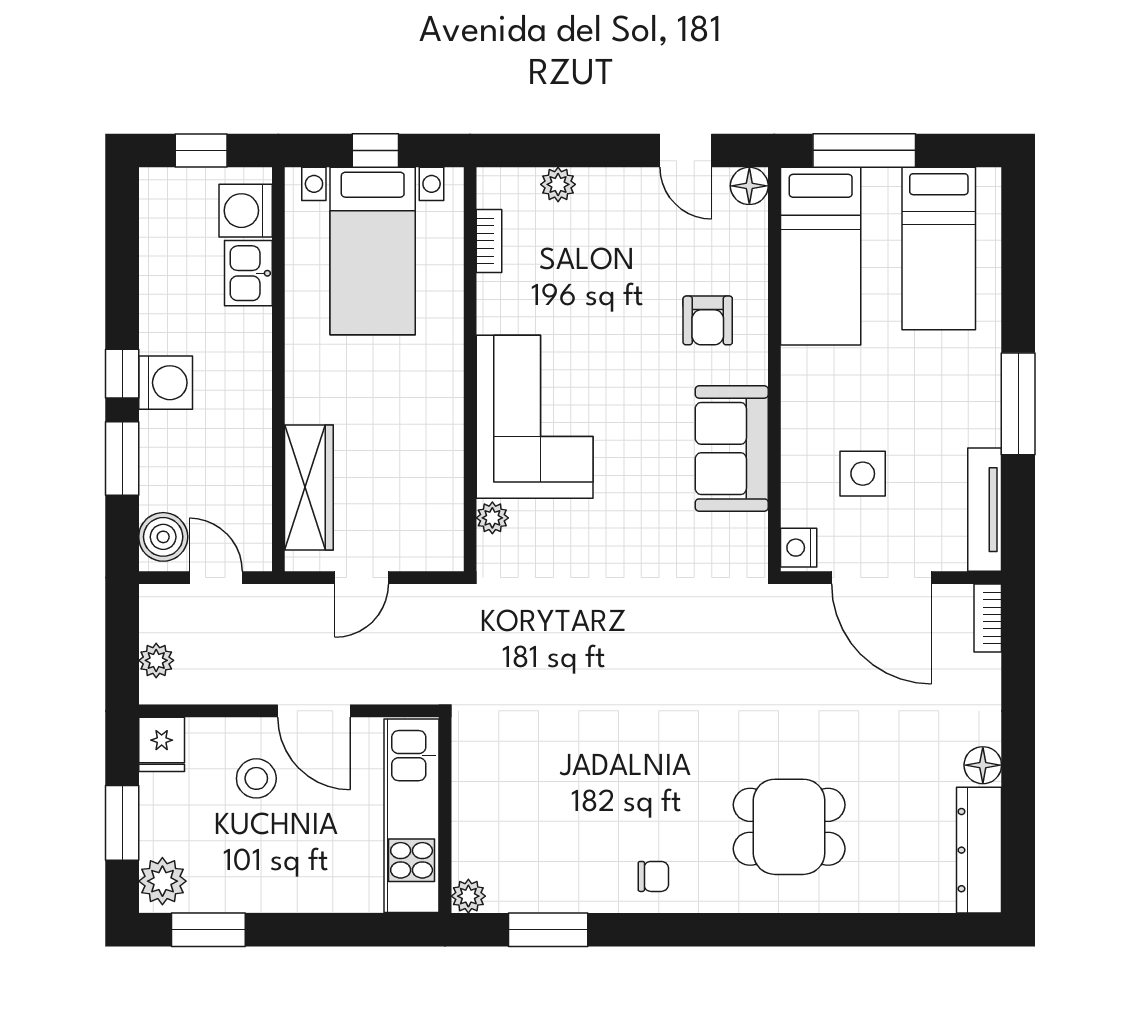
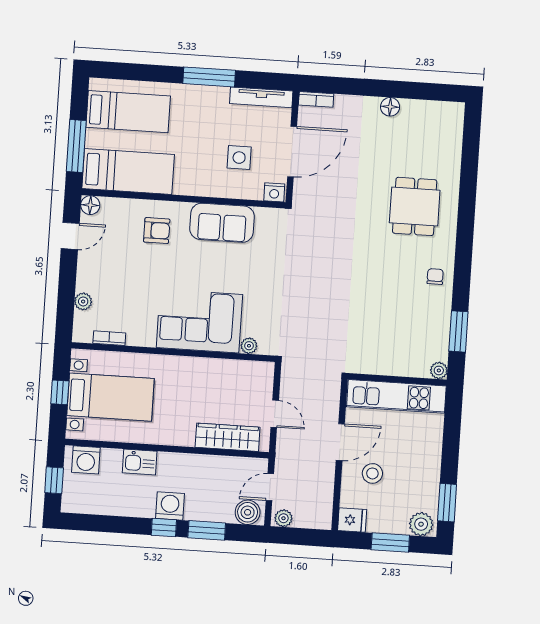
kitchen sink: (248, 273) -> (140, 462), moved
plant: (156, 660) -> (283, 518), moved
dresser: (979, 850) -> (433, 112), removed

